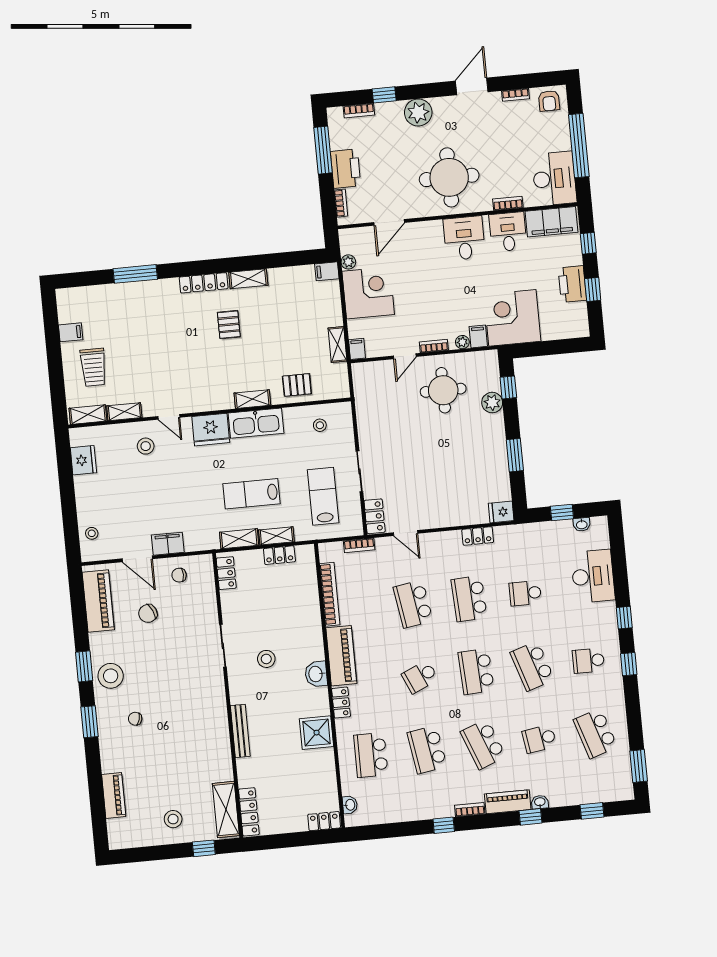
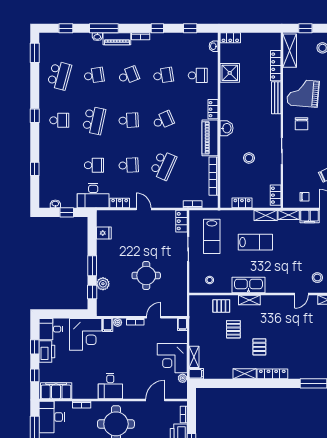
desk: (508, 232) -> (51, 329), moved, turned 90
shelving: (338, 344) -> (194, 357), moved
pallet: (274, 349) -> (233, 329), added
round table: (443, 390) -> (146, 276), moved
door: (169, 417) -> (301, 294), swing flipped
fridge: (211, 430) -> (277, 284), removed
window: (515, 455) -> (92, 266), moved
fridge: (501, 512) -> (104, 233), moved
door: (406, 533) -> (144, 209), moved
shelving: (276, 536) -> (289, 215), moved
desk: (593, 576) -> (93, 196), moved, turned -90
school desk: (469, 599) -> (129, 165), width x0.54
school desk: (413, 604) -> (163, 165), turned 33
window: (624, 618) -> (35, 169), moved
stool: (266, 659) -> (249, 158), moved
school desk: (532, 666) -> (94, 120), turned 30
school desk: (476, 671) -> (129, 120), width x0.54
chair: (195, 693) -> (302, 124), added
shower: (317, 733) -> (230, 73), moved
school desk: (595, 733) -> (59, 75), turned 33
grand piano: (198, 743) -> (303, 93), added
school desk: (483, 744) -> (129, 75), width x0.54
school desk: (427, 750) -> (163, 75), width x0.54
school desk: (371, 755) -> (198, 75), width x0.54
locker: (249, 812) -> (276, 66), moved
window: (530, 817) -> (104, 28), width x2.17
window: (391, 830) -> (190, 28), added

